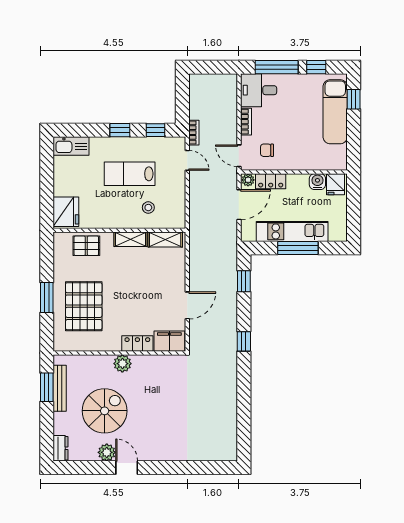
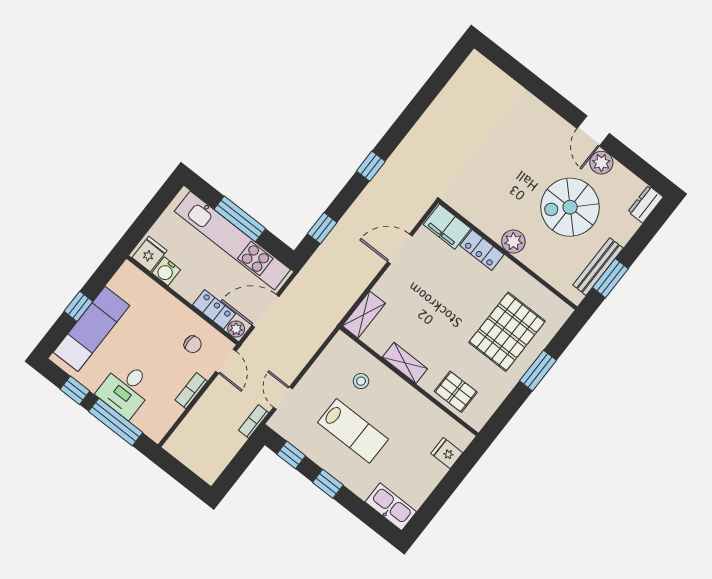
desk: (259, 90) -> (126, 389), moved, turned 90
window: (354, 99) -> (78, 306), moved
fridge: (66, 212) -> (447, 453), width x0.53, depth x0.75
kitchen unit: (292, 231) -> (232, 240), width x1.36
shelving: (165, 240) -> (364, 315), moved, turned 90

